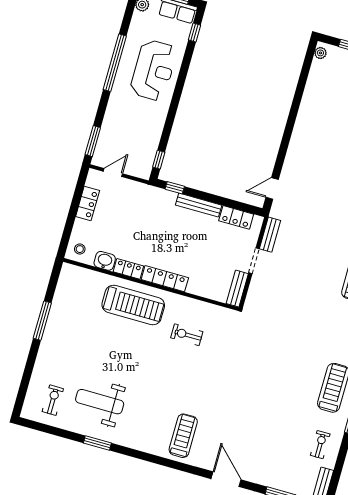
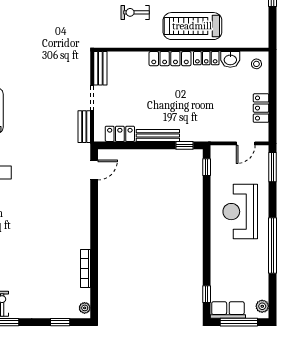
reception desk: (153, 70) -> (240, 212), moved
bookcase: (309, 92) -> (85, 269), added
exercise bike: (187, 335) -> (135, 12), turned 180

